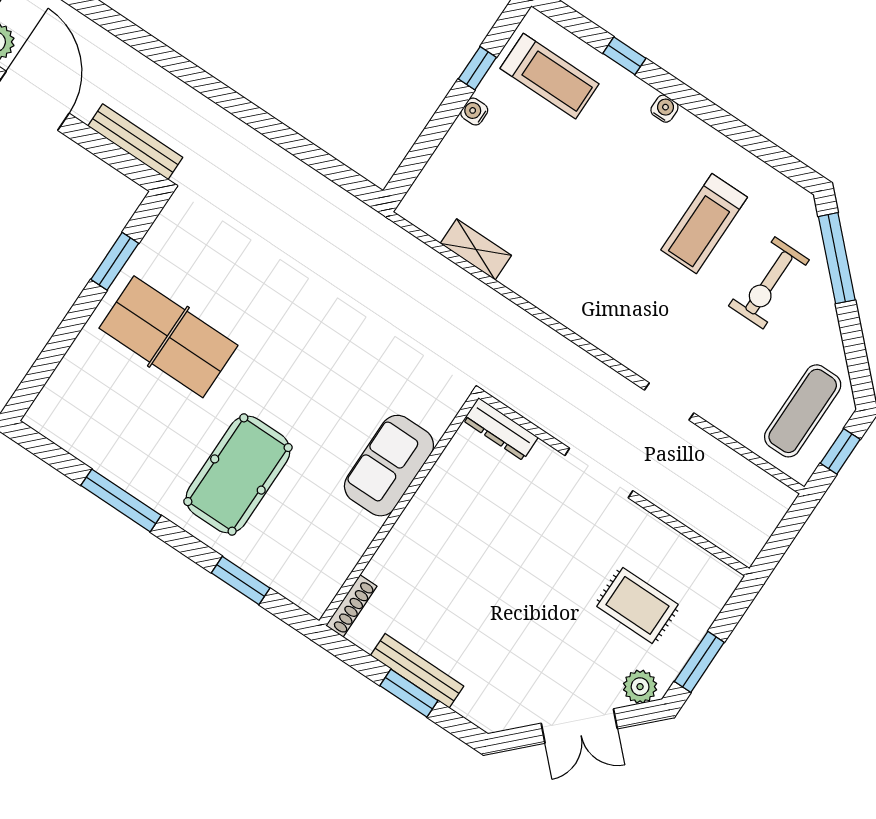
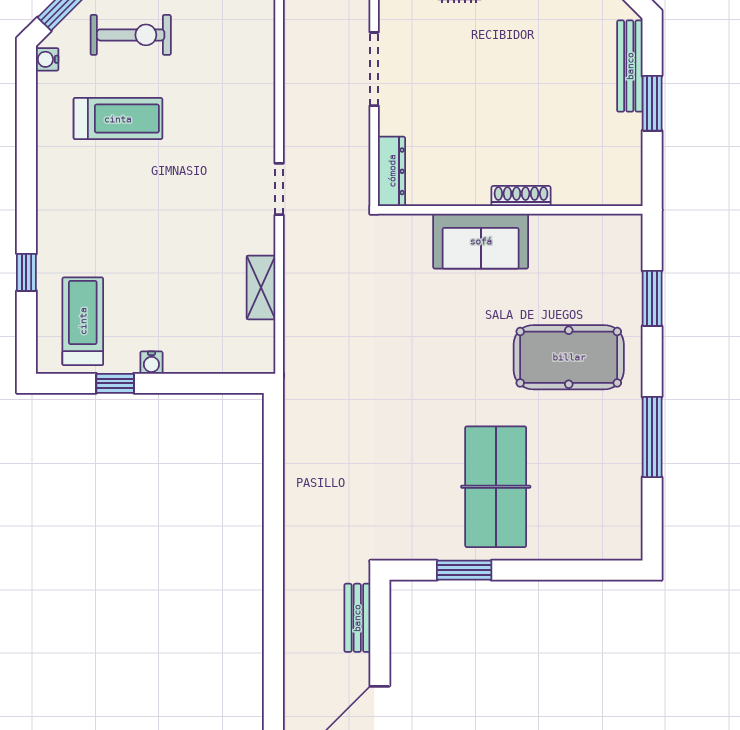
water cooler: (664, 109) -> (47, 59), moved
bench: (135, 142) -> (357, 618), width x0.73
doorway: (669, 401) -> (279, 189), moved
shoe rack: (351, 606) -> (521, 196), moved
bench: (417, 671) -> (630, 66), moved

